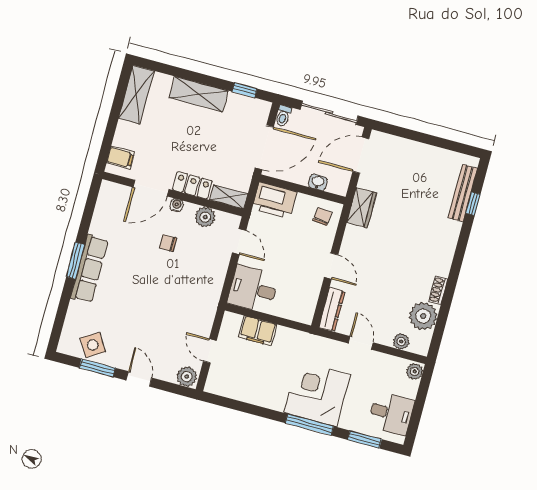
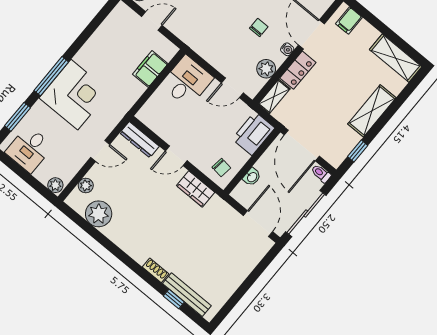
wardrobe: (362, 207) -> (196, 189), moved
shoe rack: (438, 290) -> (156, 270), moved

